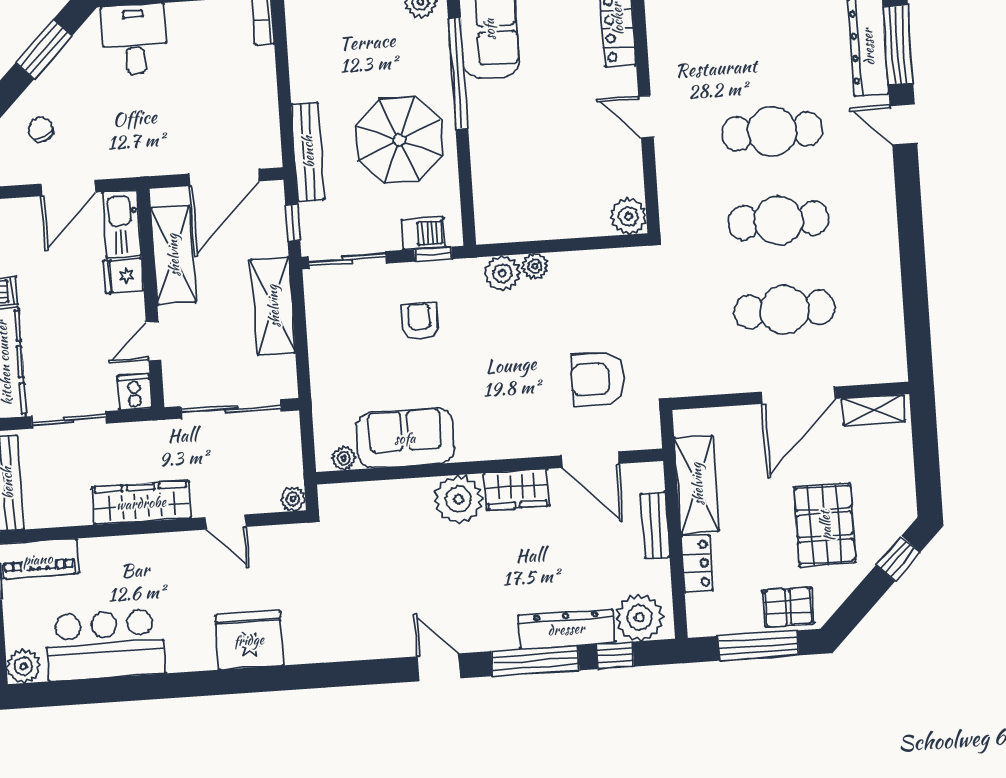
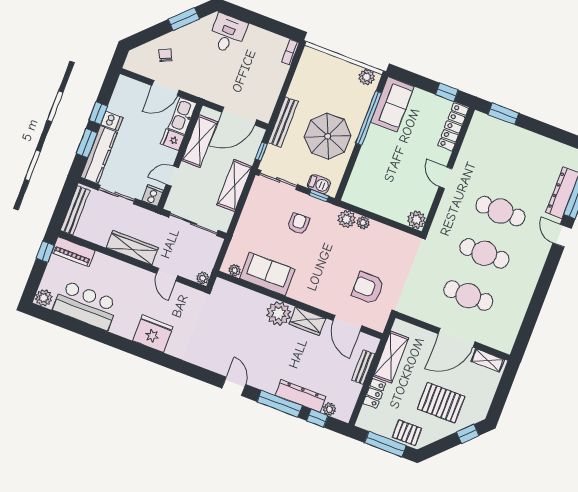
pallet: (825, 525) -> (441, 403), turned 90
plant: (640, 617) -> (329, 409), width x0.53, depth x0.53

